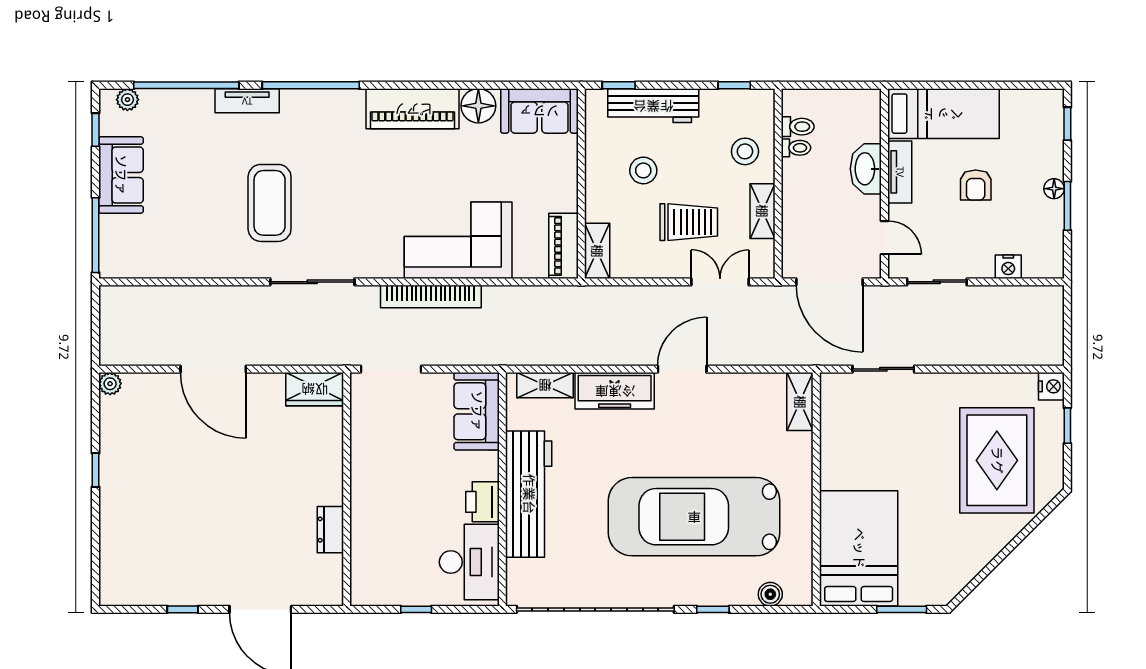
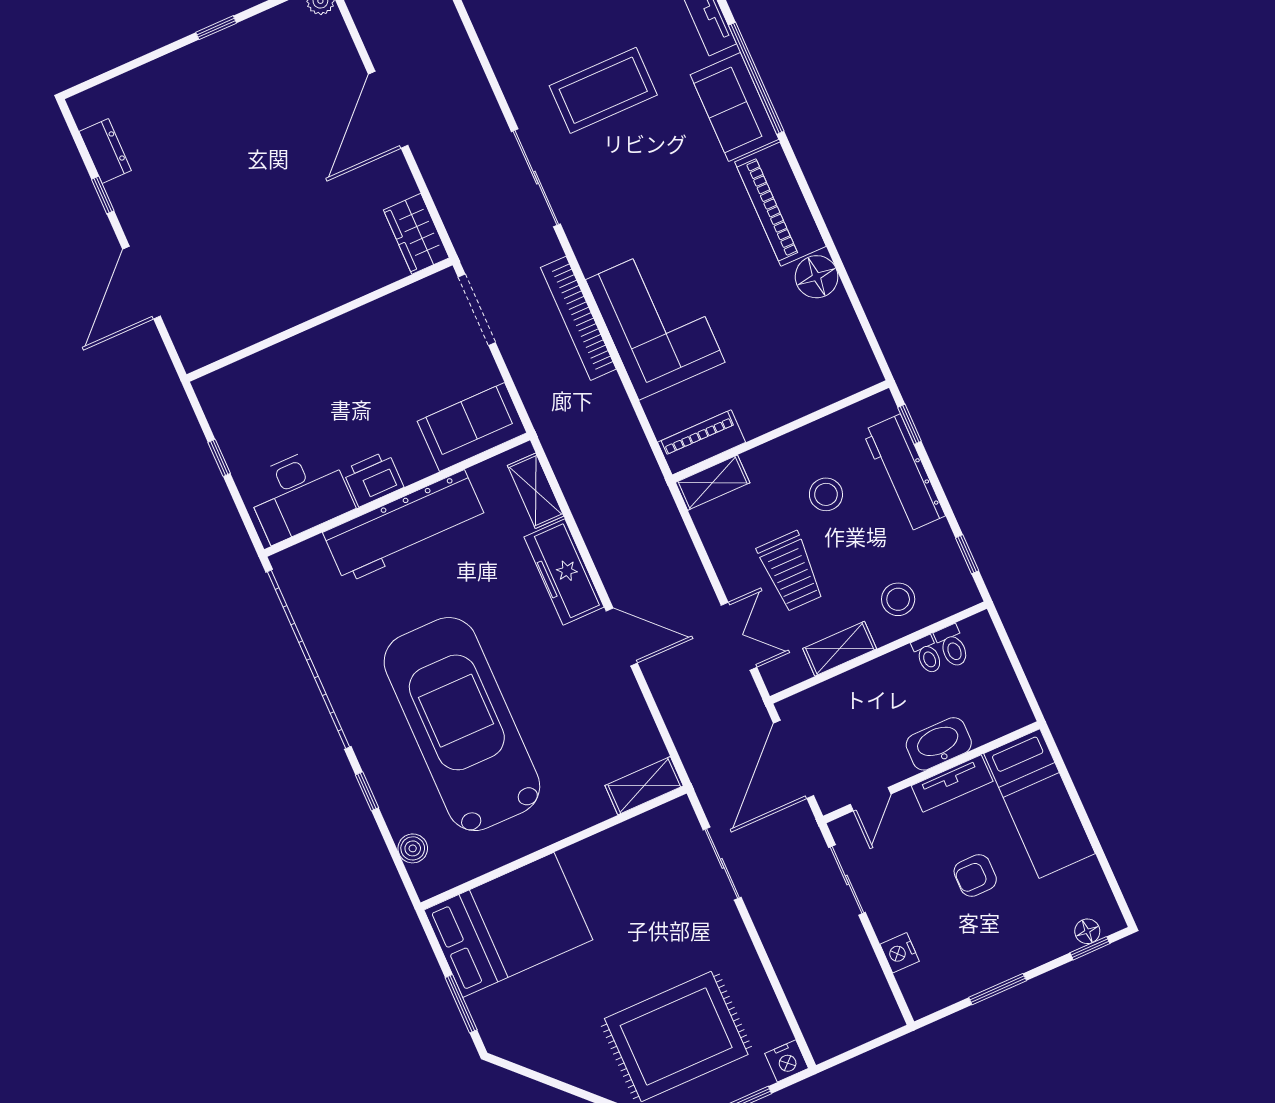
sofa: (539, 111) -> (734, 107), moved
floor lamp: (1054, 189) -> (1087, 931), moved
dresser: (330, 530) -> (105, 151), moved, turned 90

